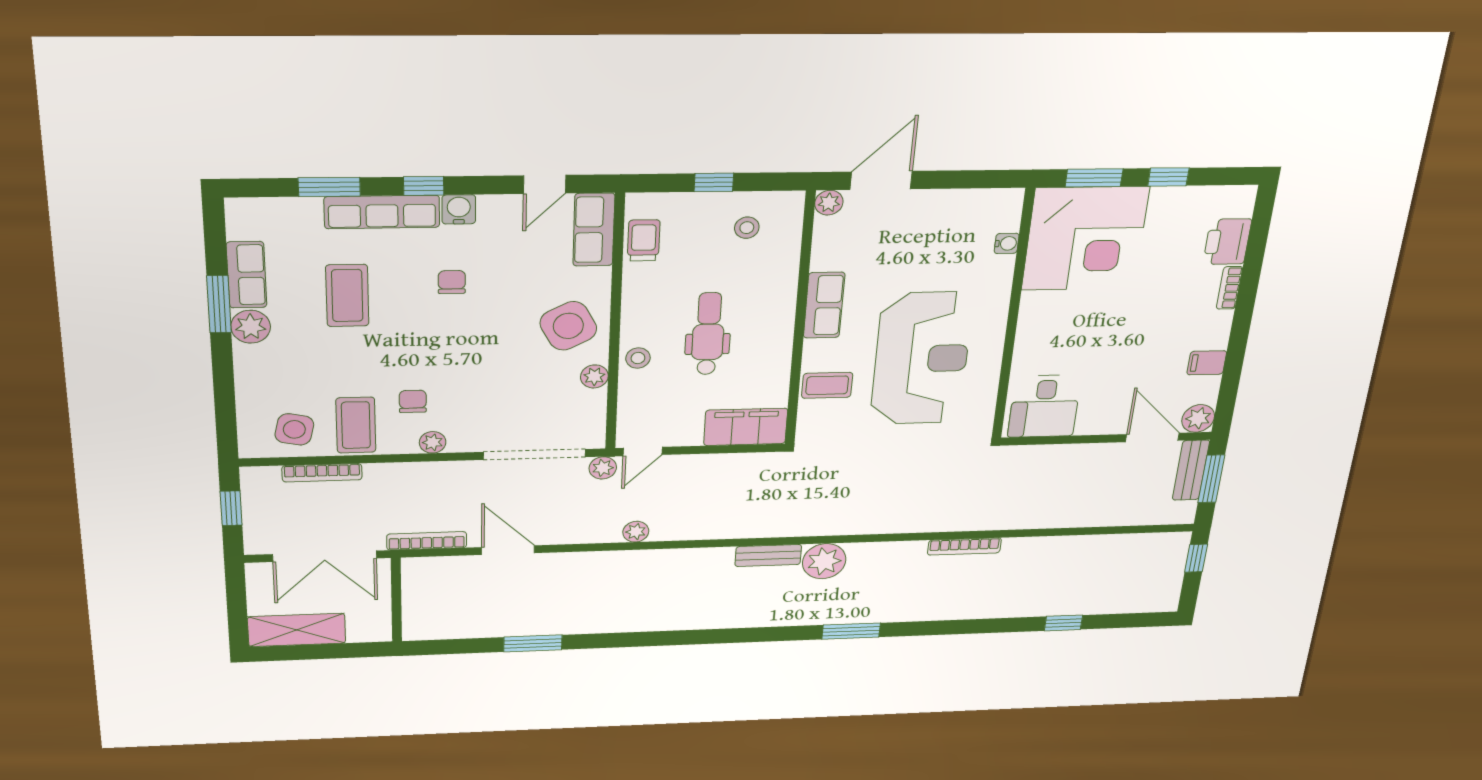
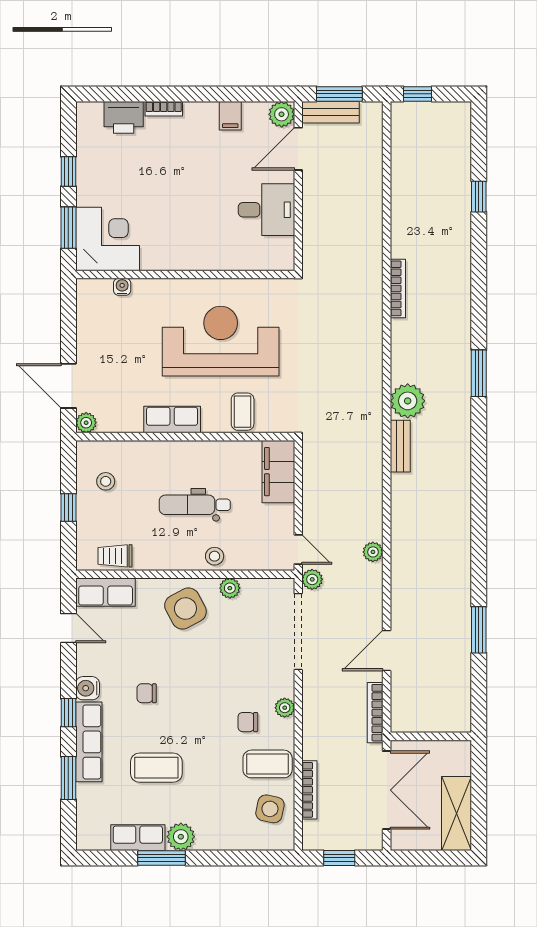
corner desk: (1085, 239) -> (108, 239), width x0.74, depth x0.74
desk: (1044, 406) -> (266, 210), moved

